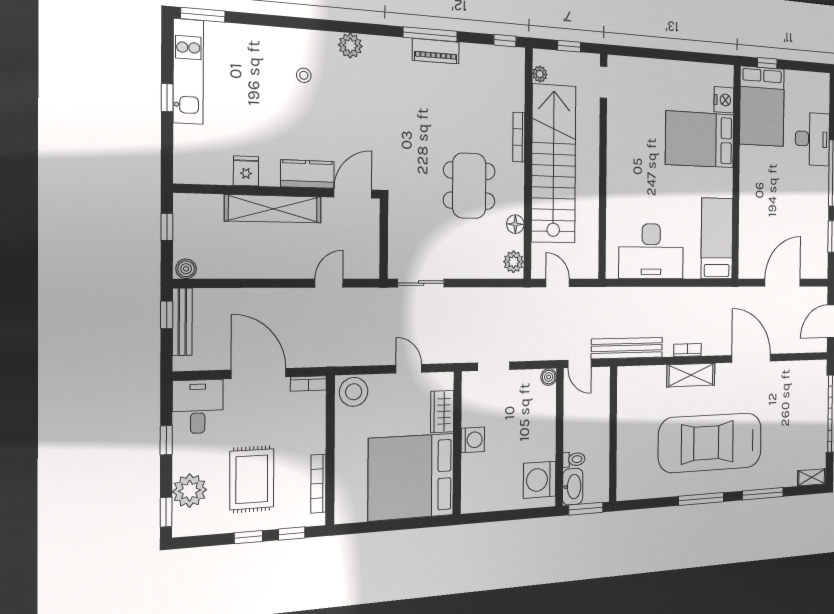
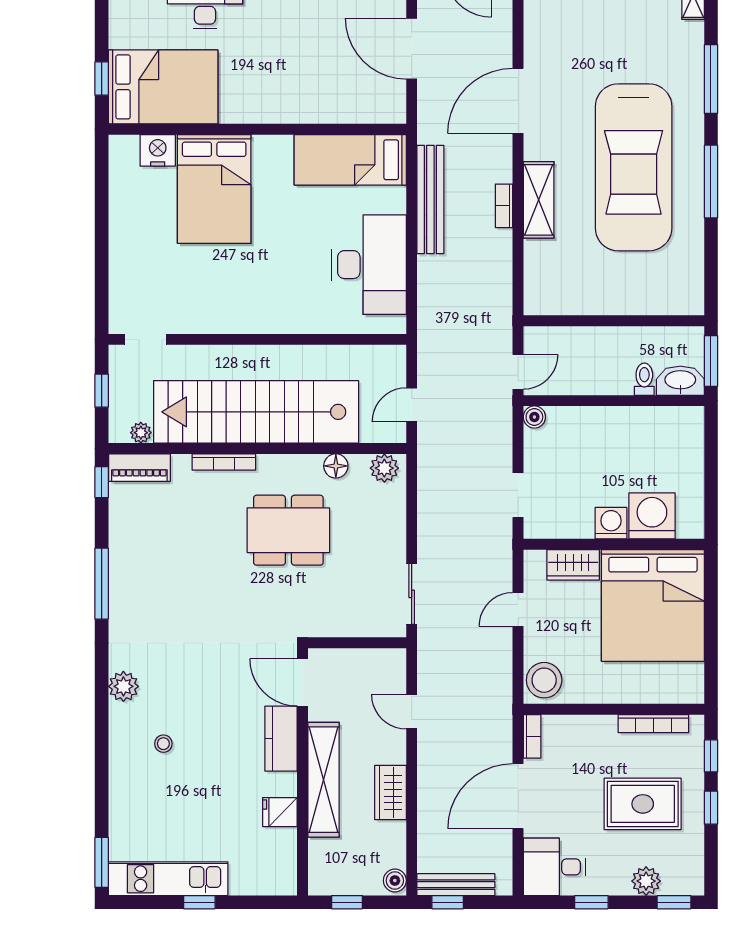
piano: (436, 51) -> (139, 468), moved, turned 90
wardrobe: (262, 265) -> (391, 793), added
bench: (627, 348) -> (430, 199), moved
washing machine: (540, 480) -> (652, 516), moved, turned 180
plant: (190, 491) -> (646, 881), width x0.73, depth x0.73

